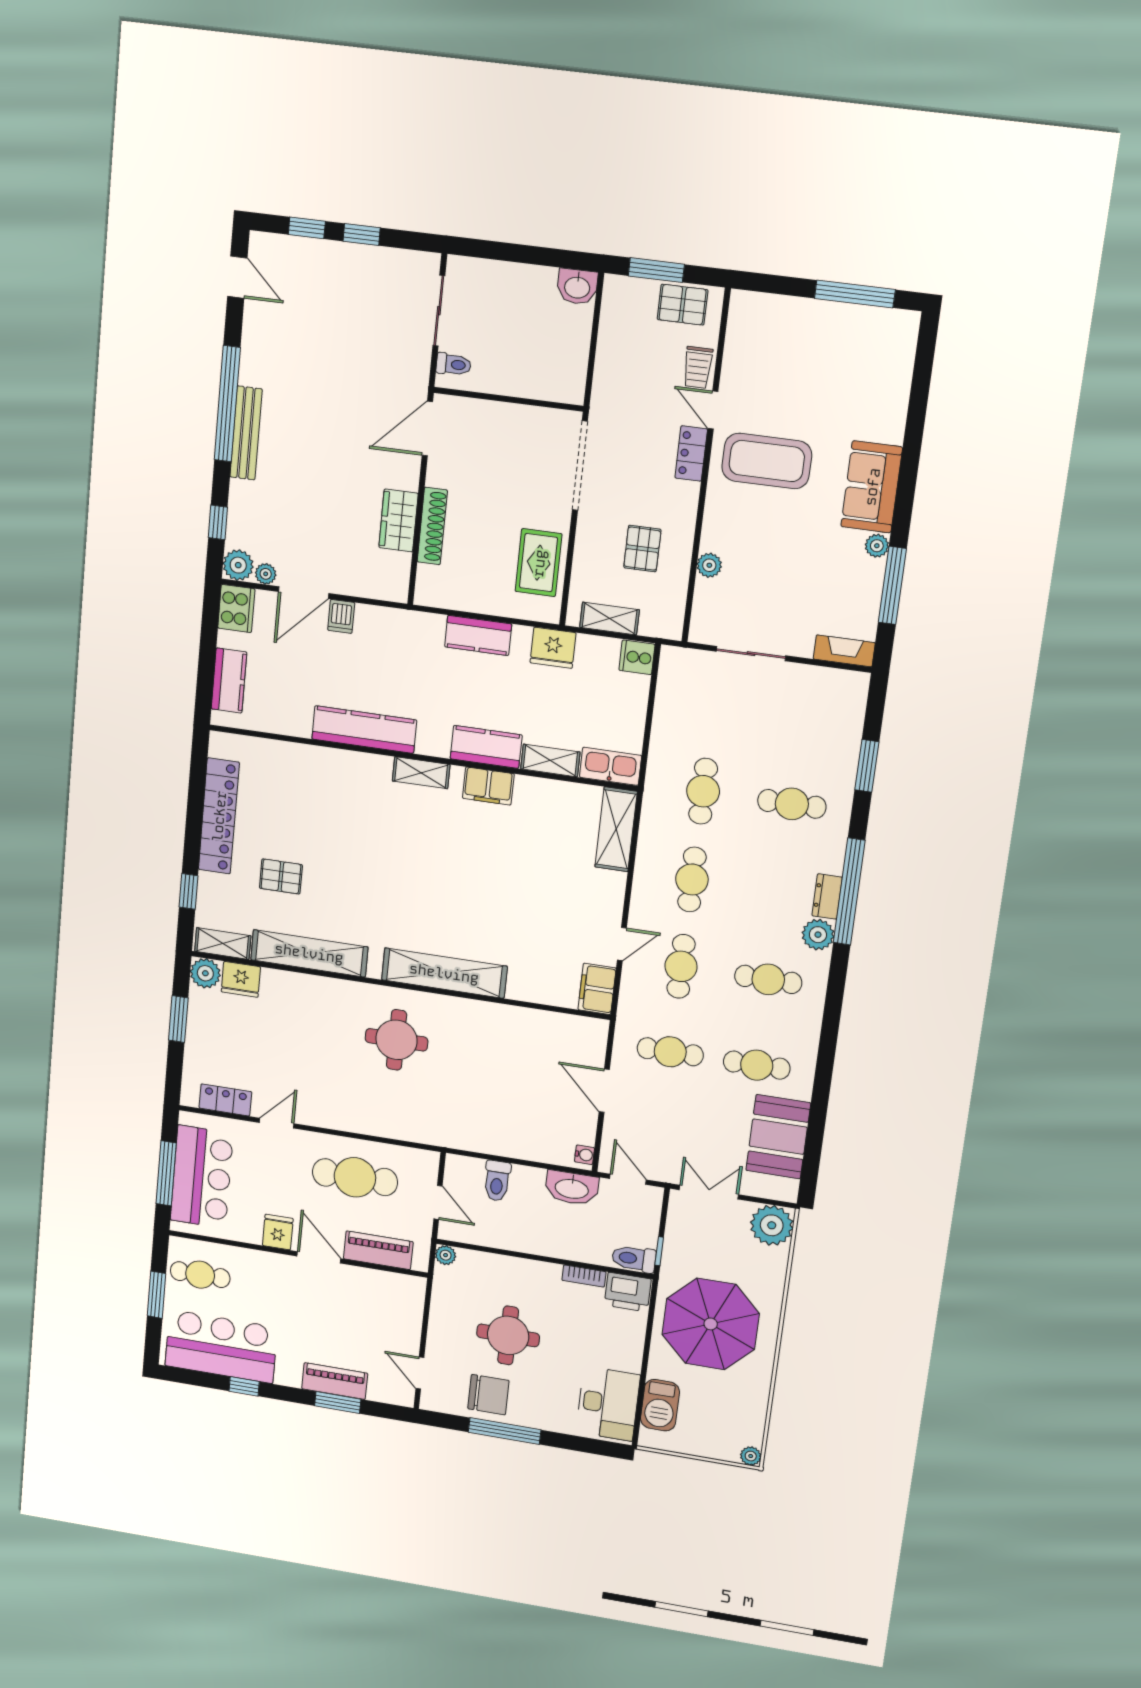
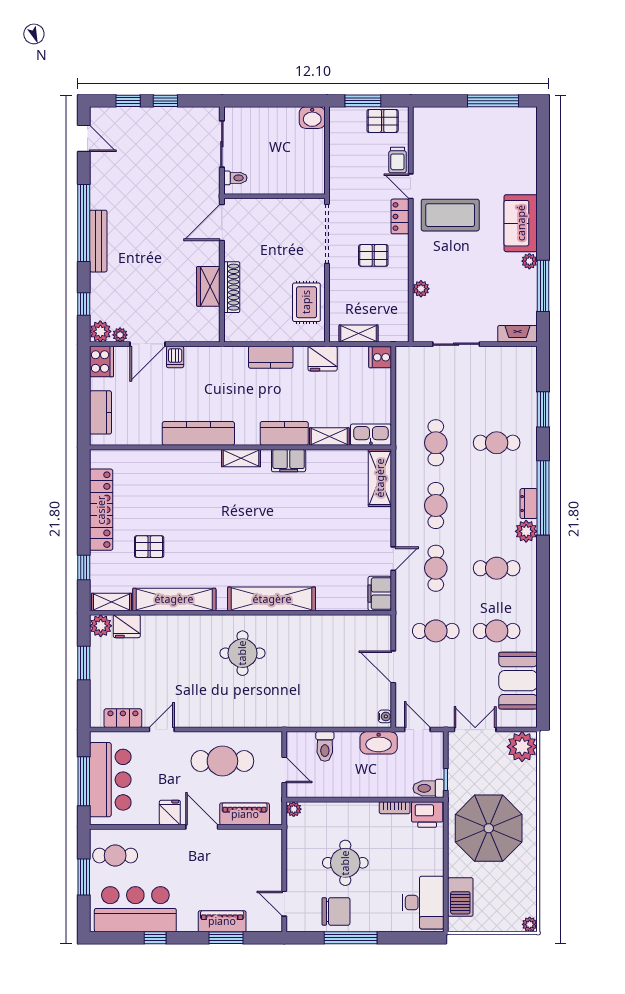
pallet: (642, 549) -> (373, 255), moved, turned 90

